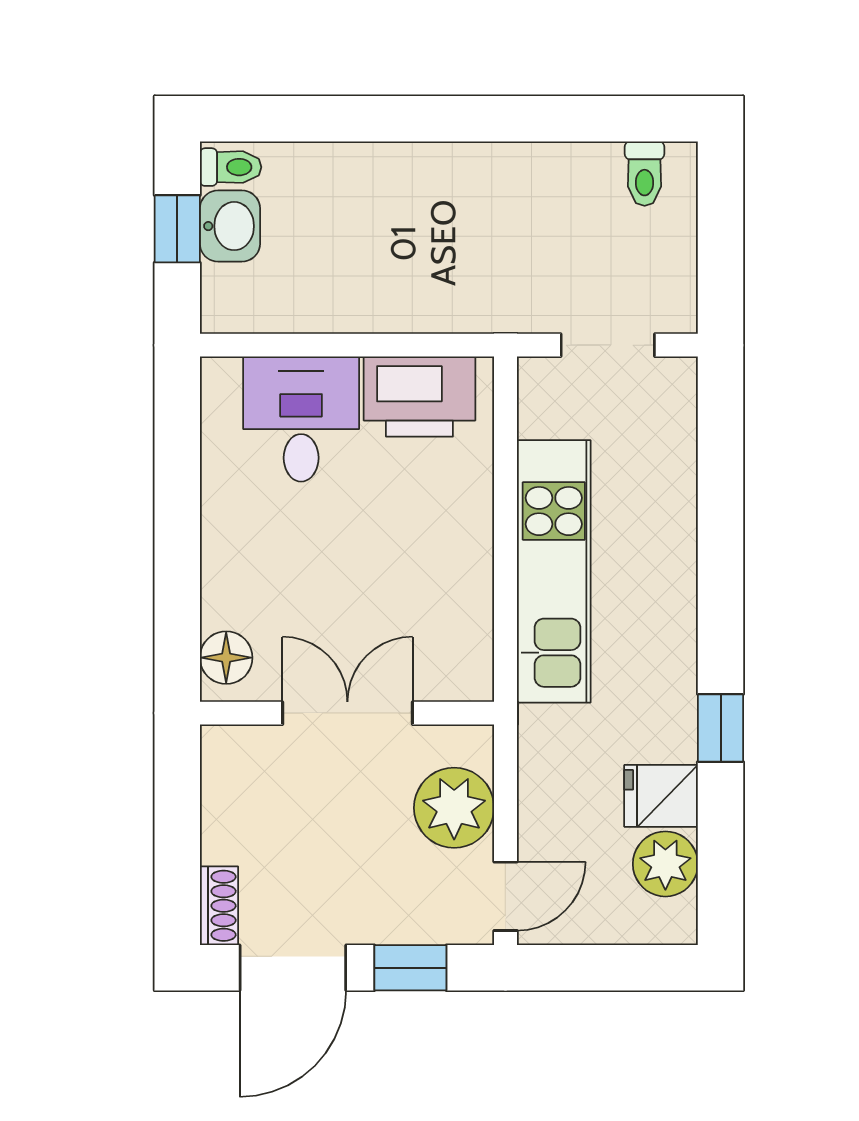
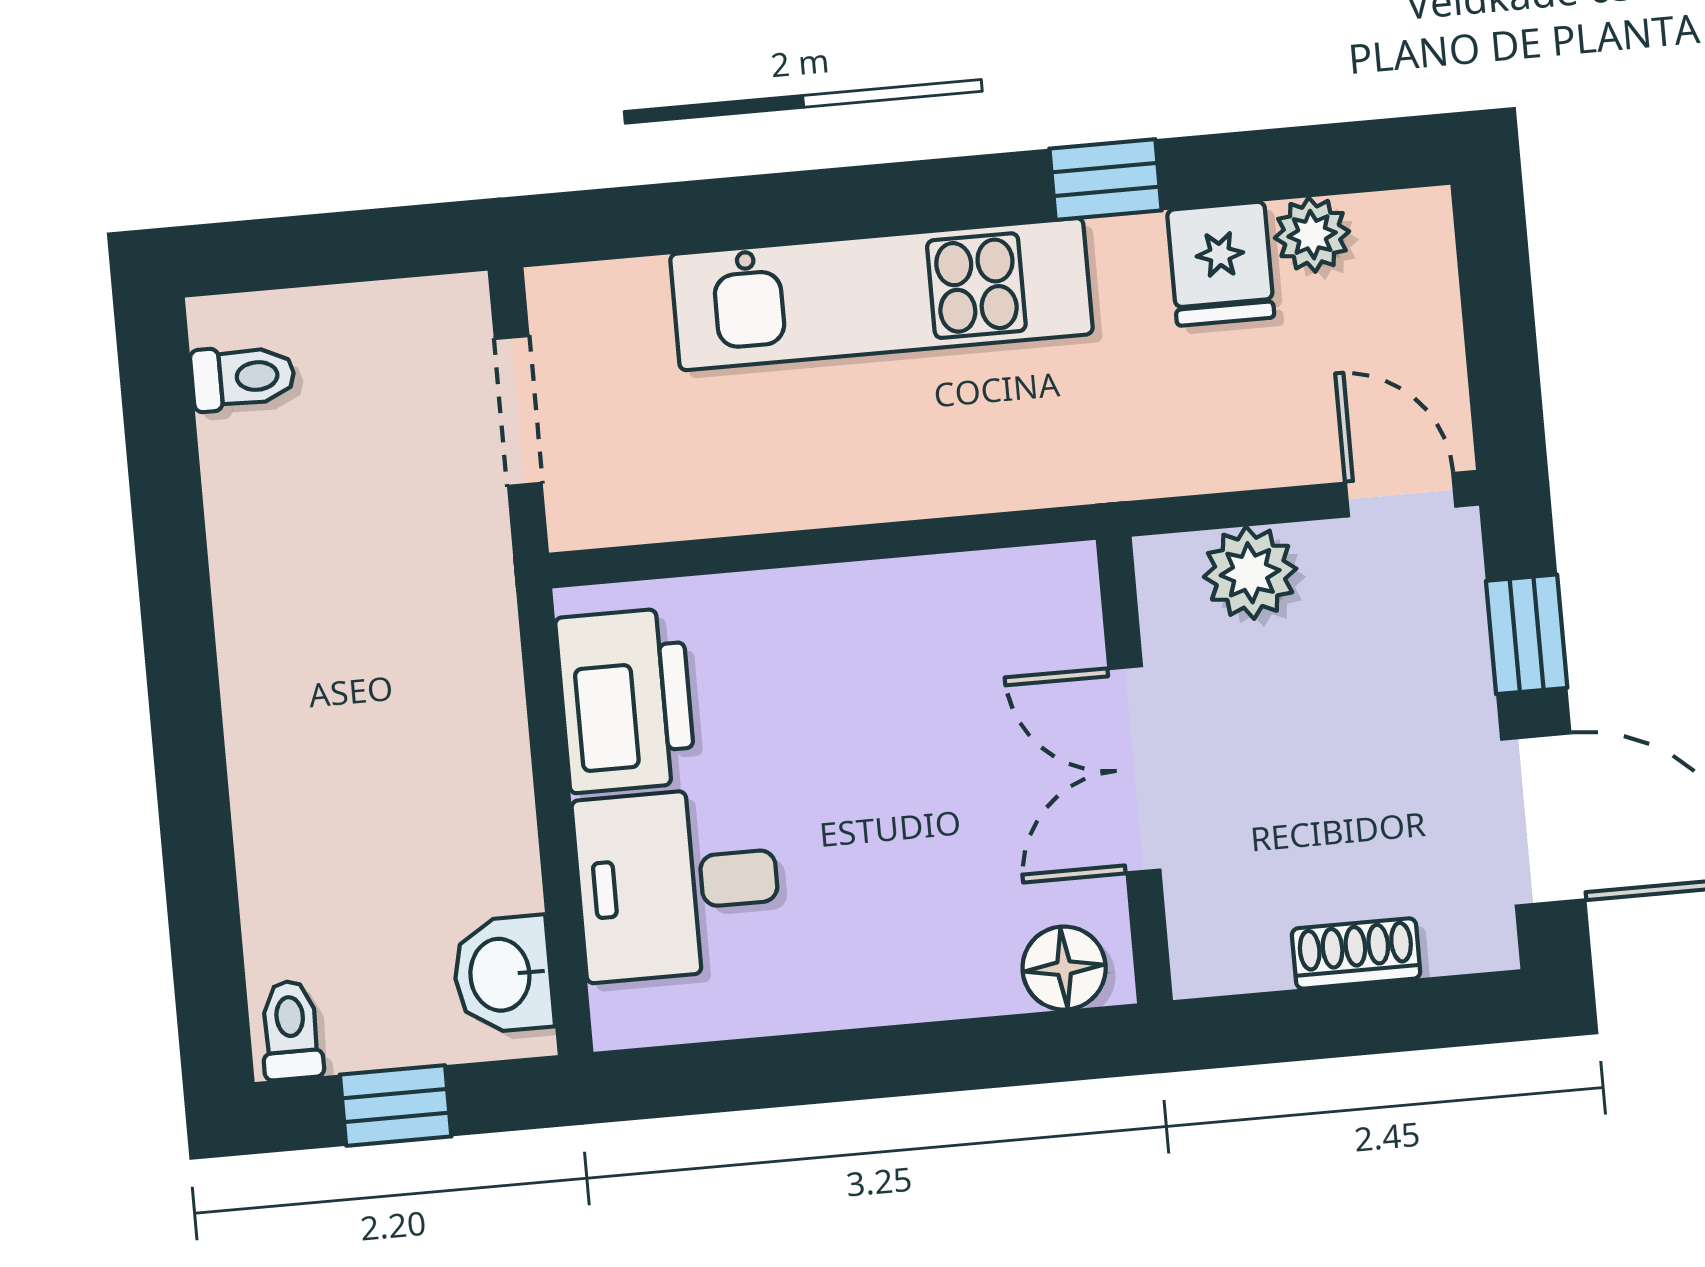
washbasin: (230, 226) -> (503, 974), moved, turned -90
kitchen unit: (554, 571) -> (881, 294), moved, turned 180
plant: (454, 808) -> (1250, 573), width x0.73, depth x0.73
plant: (665, 864) -> (1312, 235), width x0.73, depth x0.73
shoe rack: (219, 906) -> (1356, 953), moved

